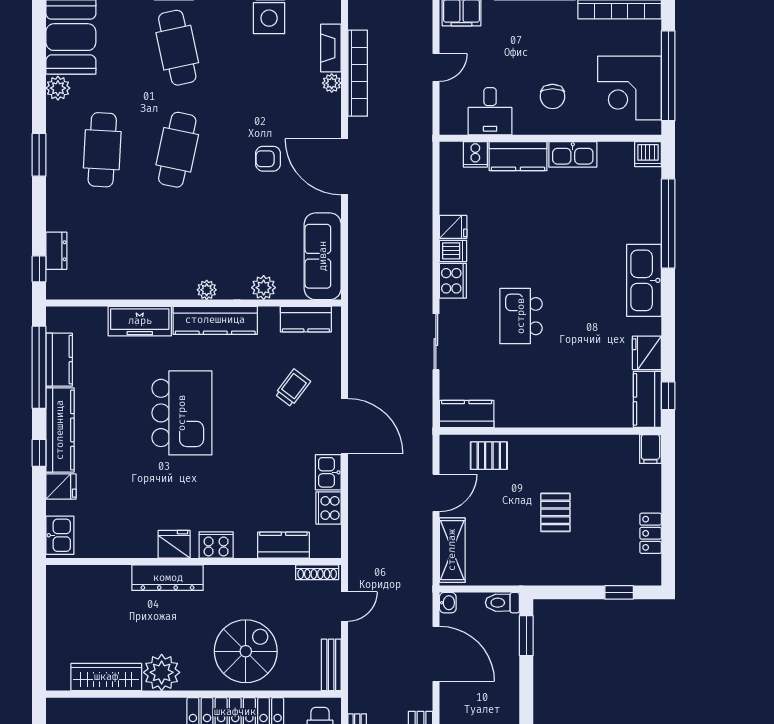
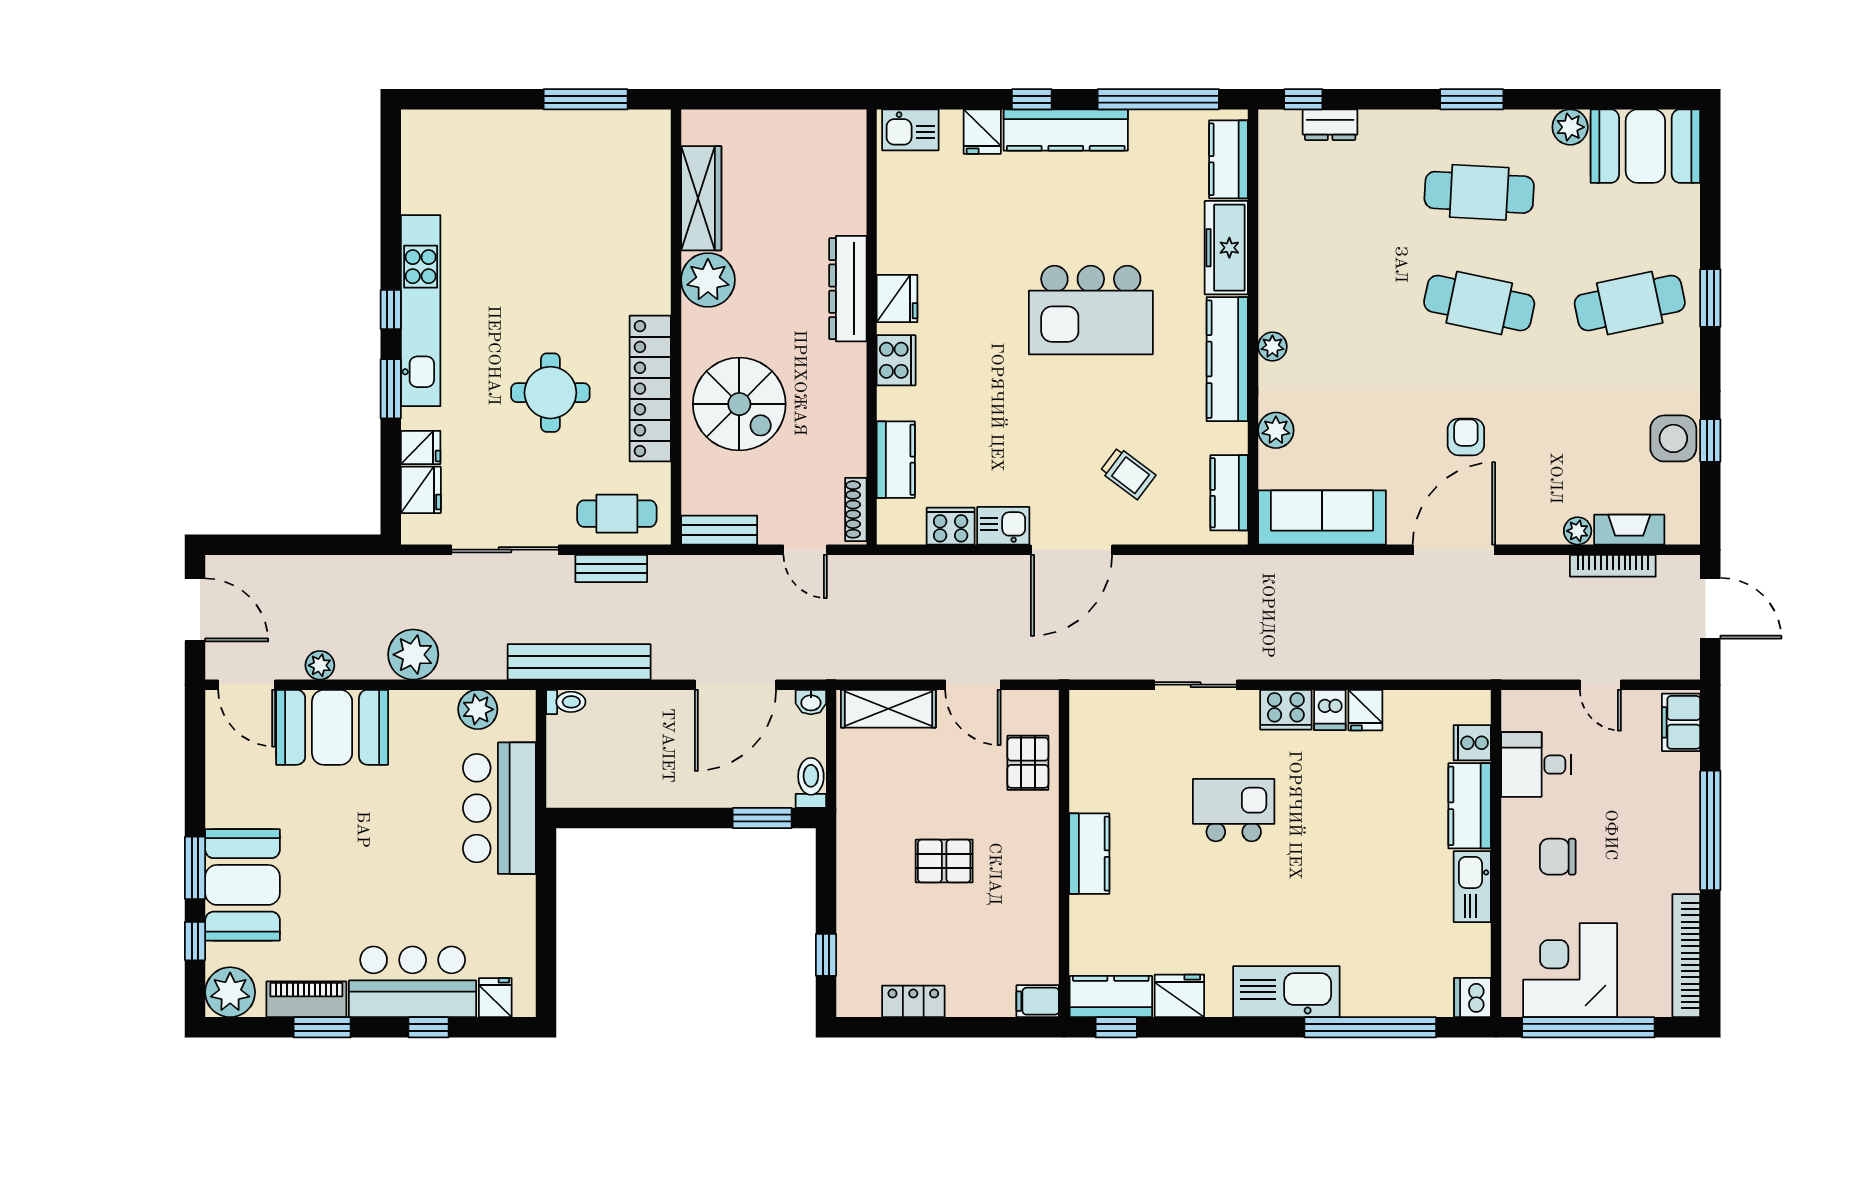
bookcase: (358, 73) -> (1613, 566), width x0.68, depth x0.76
kitchen counter: (59, 360) -> (1228, 159), moved, turned 90
kitchen counter: (467, 414) -> (1089, 854), moved

